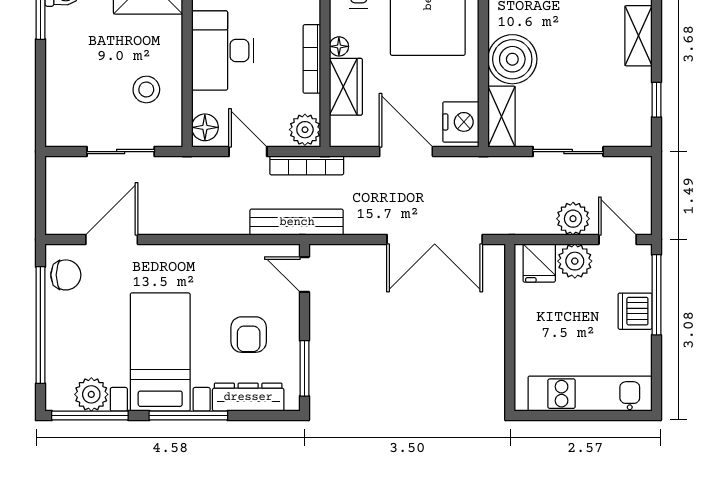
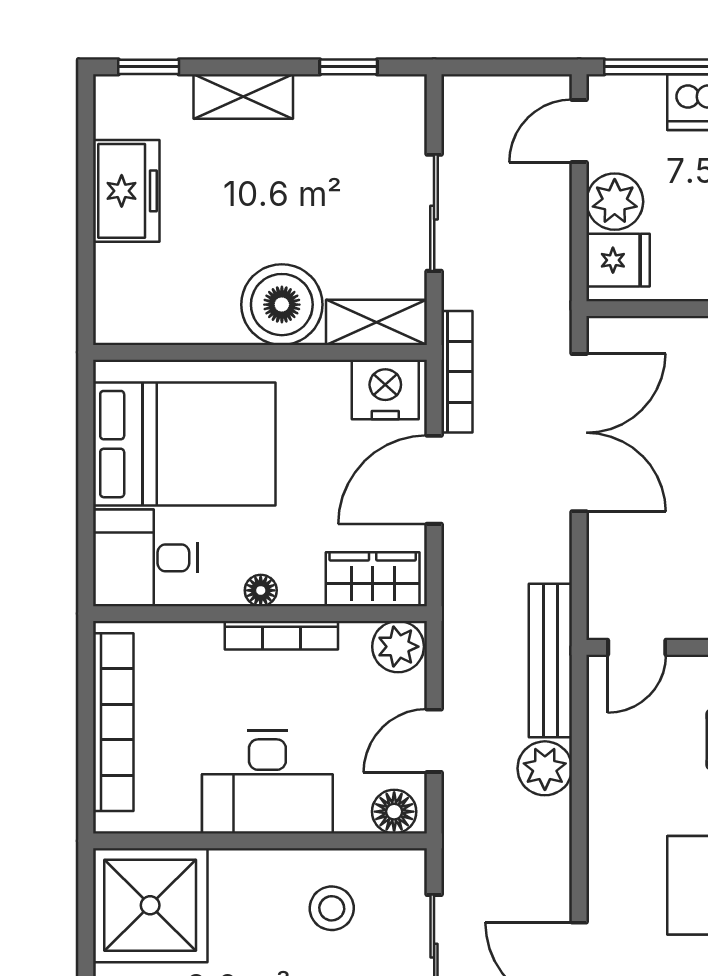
wardrobe: (346, 87) -> (373, 579), moved
bookcase: (307, 165) -> (457, 372), moved
plant: (573, 219) -> (545, 768), moved

